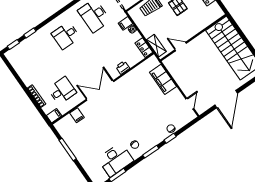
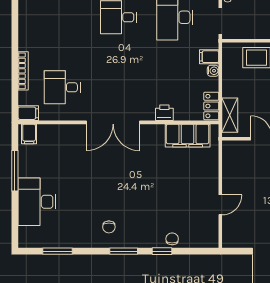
filing cabinet: (163, 79) -> (188, 136), moved, turned -90
double door: (100, 90) -> (113, 122), swing flipped
desk: (62, 91) -> (62, 87), turned 180
door: (190, 104) -> (220, 205), moved
filing cabinet: (77, 115) -> (29, 134), moved
desk: (116, 160) -> (37, 202), moved, turned 90

